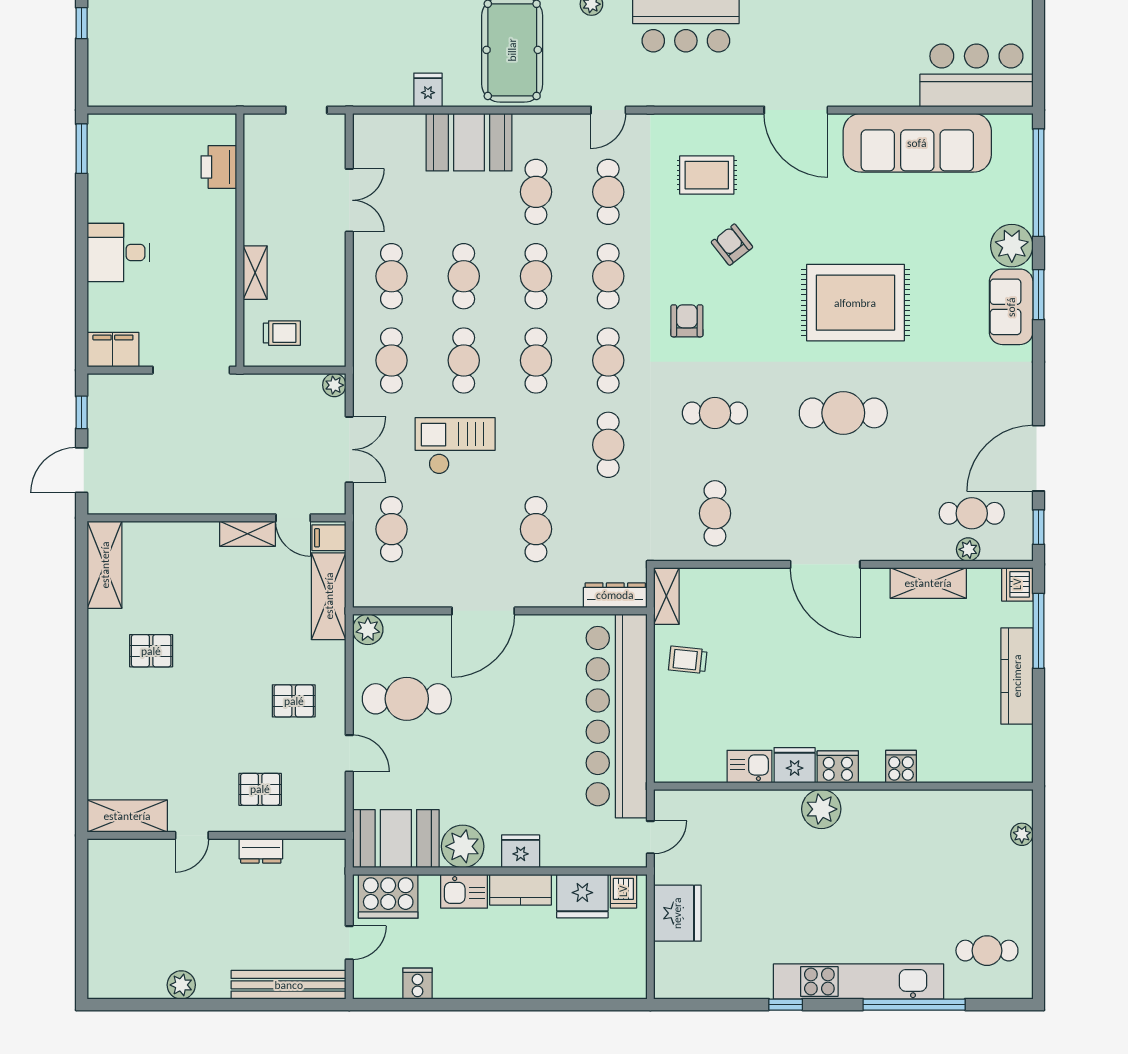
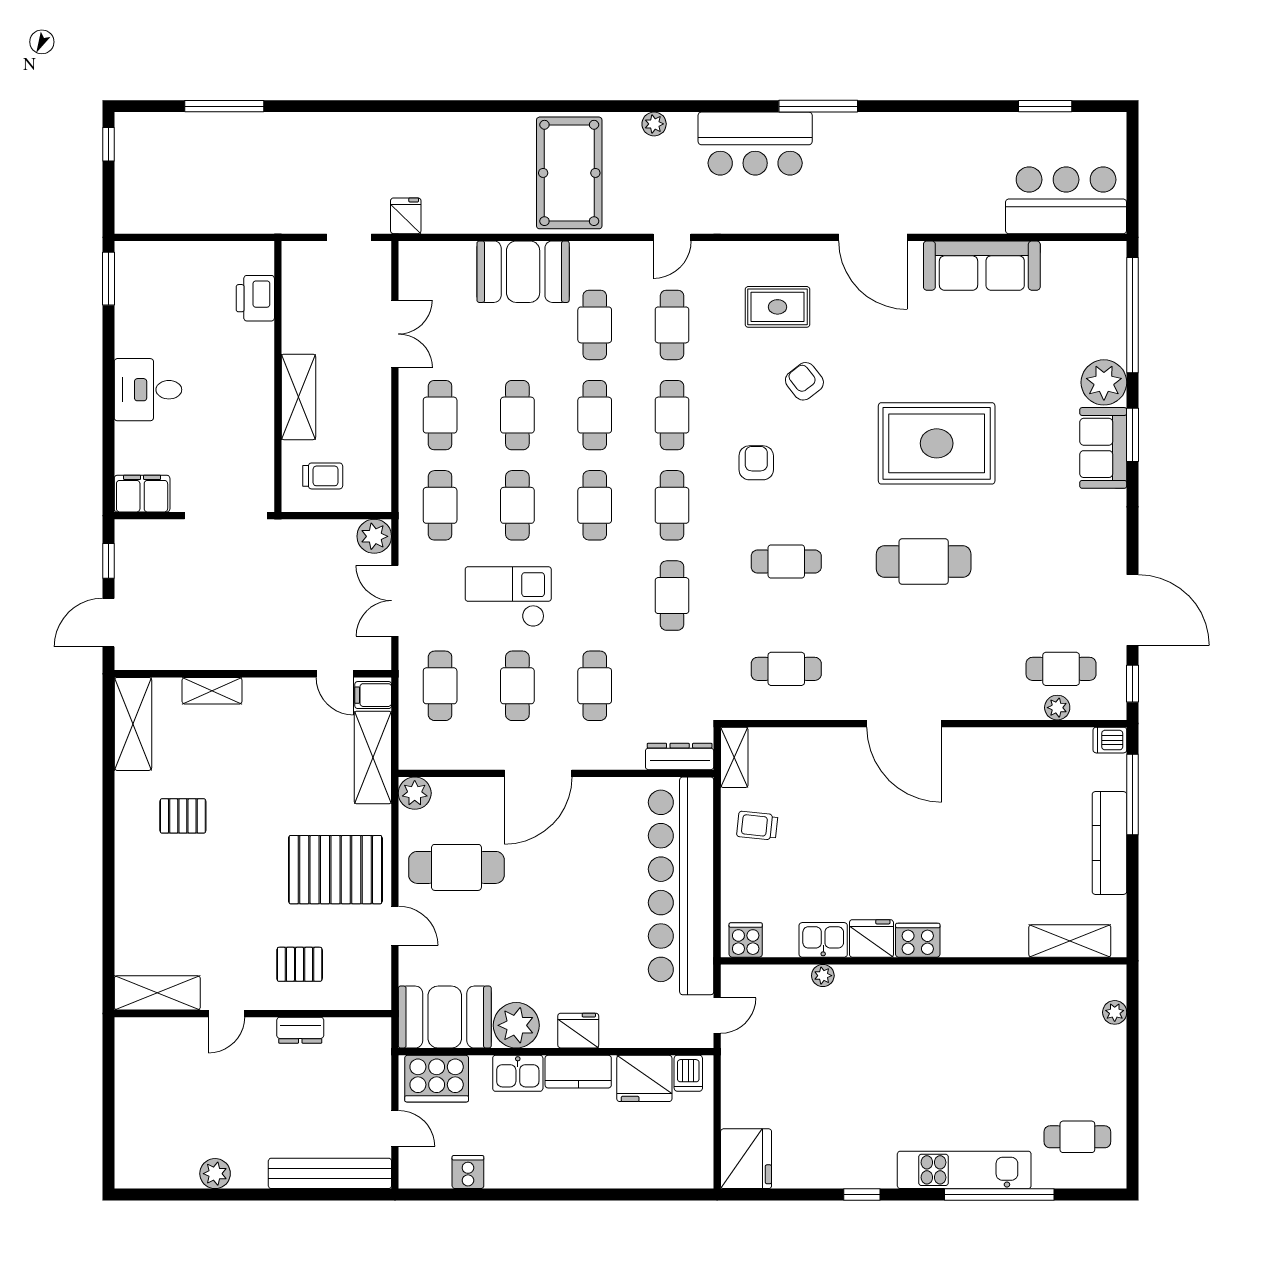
fridge: (428, 90) -> (406, 216), moved
sofa: (917, 143) -> (982, 266), width x0.74, depth x0.79
shelving: (255, 273) -> (298, 397), width x1.50, depth x1.33
plant: (334, 385) -> (374, 536), width x1.38, depth x1.38
double door: (349, 450) -> (395, 601), swing flipped
door: (1038, 458) -> (1132, 610), swing flipped
cafe table: (715, 513) -> (786, 669), turned 90
cafe table: (464, 529) -> (517, 686), added
shelving: (247, 534) -> (212, 691), moved
shelving: (928, 583) -> (1070, 941), moved
dishwasher: (1017, 584) -> (1110, 740), width x0.73
pallet: (294, 701) -> (335, 870), width x2.05, depth x2.00
cooker: (901, 767) -> (746, 940), moved
plant: (821, 809) -> (823, 976), moved, width x0.53, depth x0.53
fridge: (677, 913) -> (746, 1159), moved
door: (349, 943) -> (395, 1128), hinge flipped
kitchen unit: (859, 981) -> (964, 1170), width x0.73

